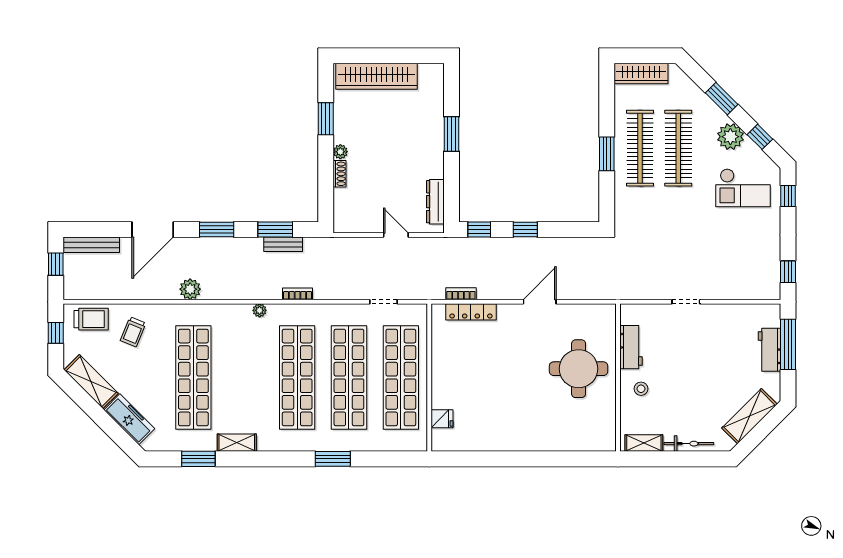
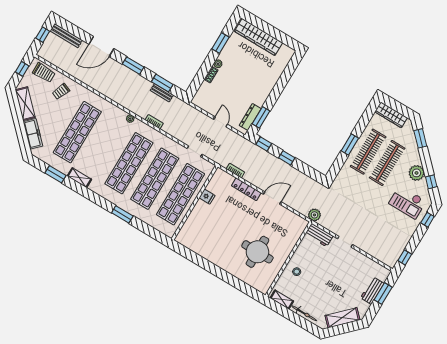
window: (722, 99) -> (420, 138), moved
window: (451, 134) -> (261, 117), moved
plant: (190, 289) -> (314, 215), moved
locker: (471, 312) -> (246, 189), moved
window: (788, 344) -> (383, 293), width x0.69
workbench: (631, 347) -> (319, 235), moved, turned 90
round table: (579, 369) -> (257, 252), moved
fridge: (442, 419) -> (207, 197), moved

